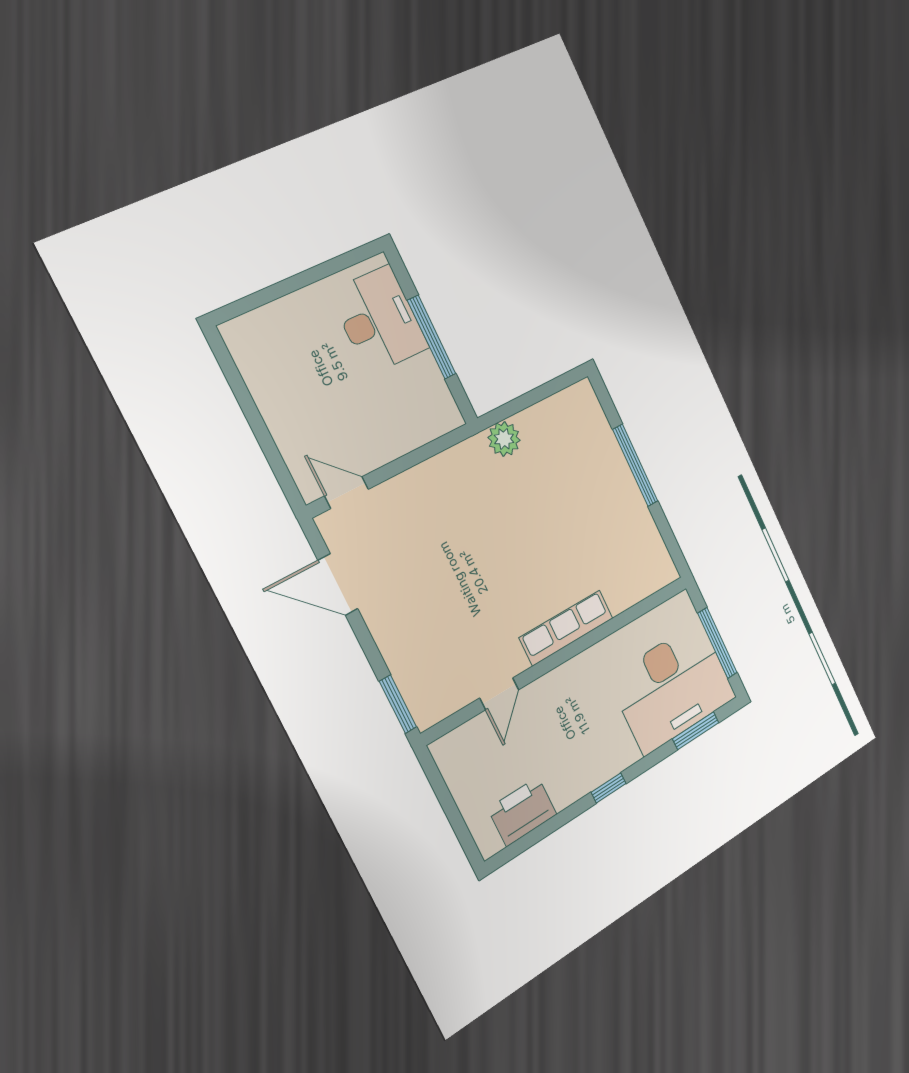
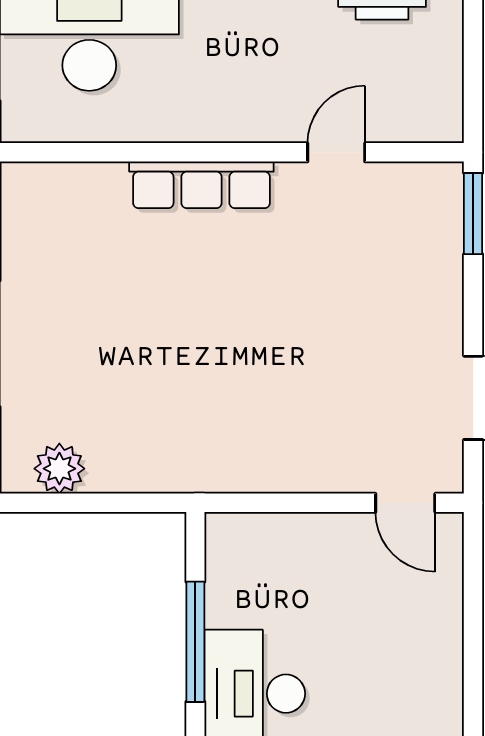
plant: (504, 439) -> (59, 469), moved

